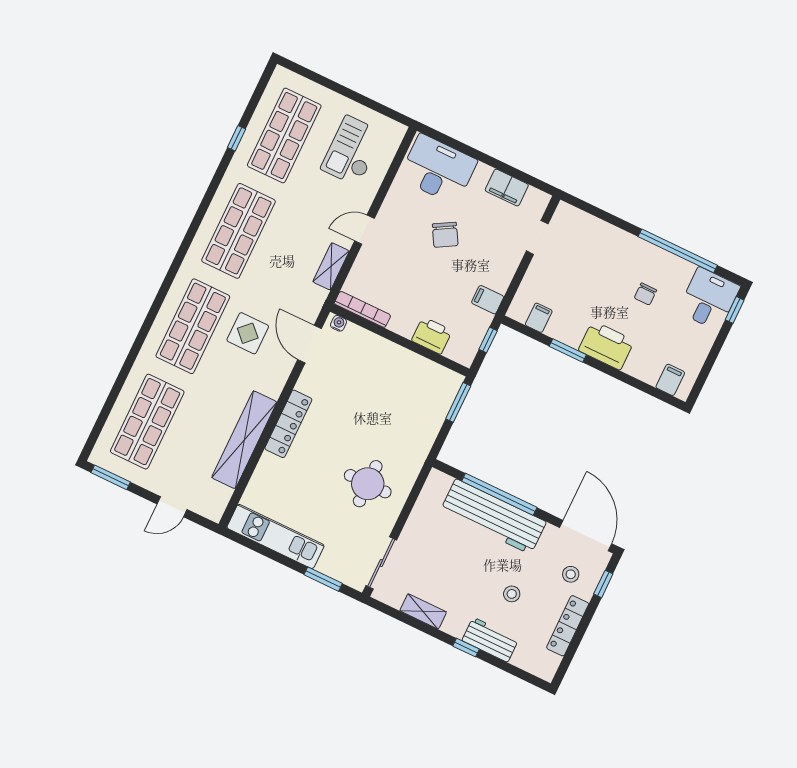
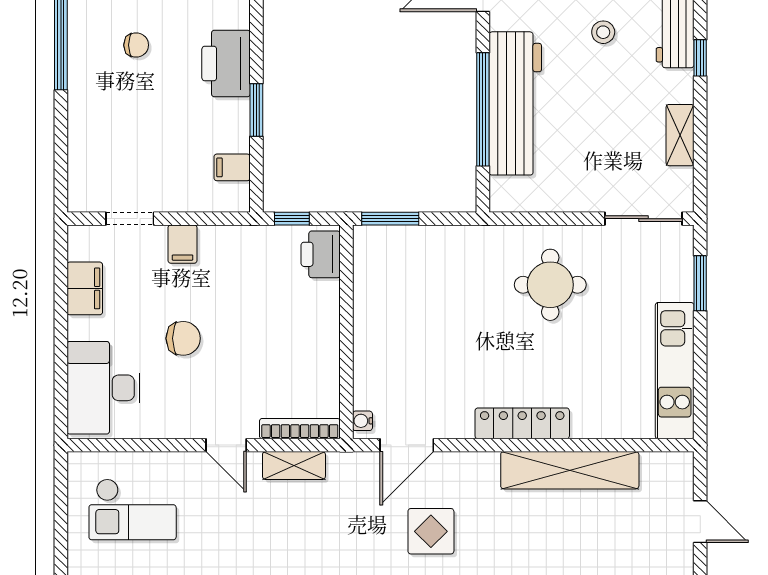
chair: (445, 235) -> (183, 338), turned 30
filing cabinet: (488, 300) -> (183, 244), moved
bookcase: (362, 309) -> (300, 429), moved, turned 90
printer: (432, 336) -> (321, 254), moved

